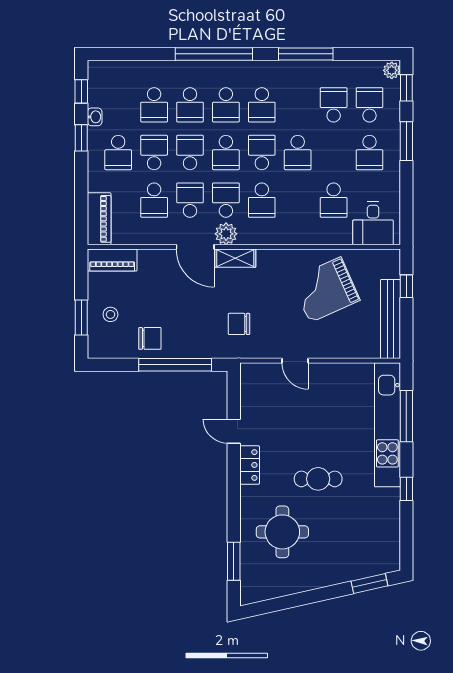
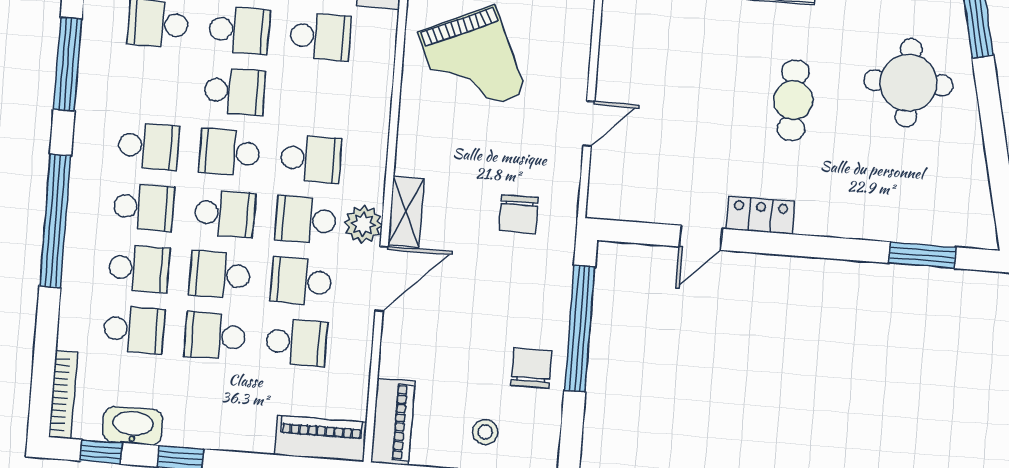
bookcase: (113, 67) -> (63, 395), added
washbasin: (95, 117) -> (133, 426), width x1.91, depth x1.45
school desk: (118, 152) -> (239, 30), moved
round table: (282, 532) -> (908, 83), moved

